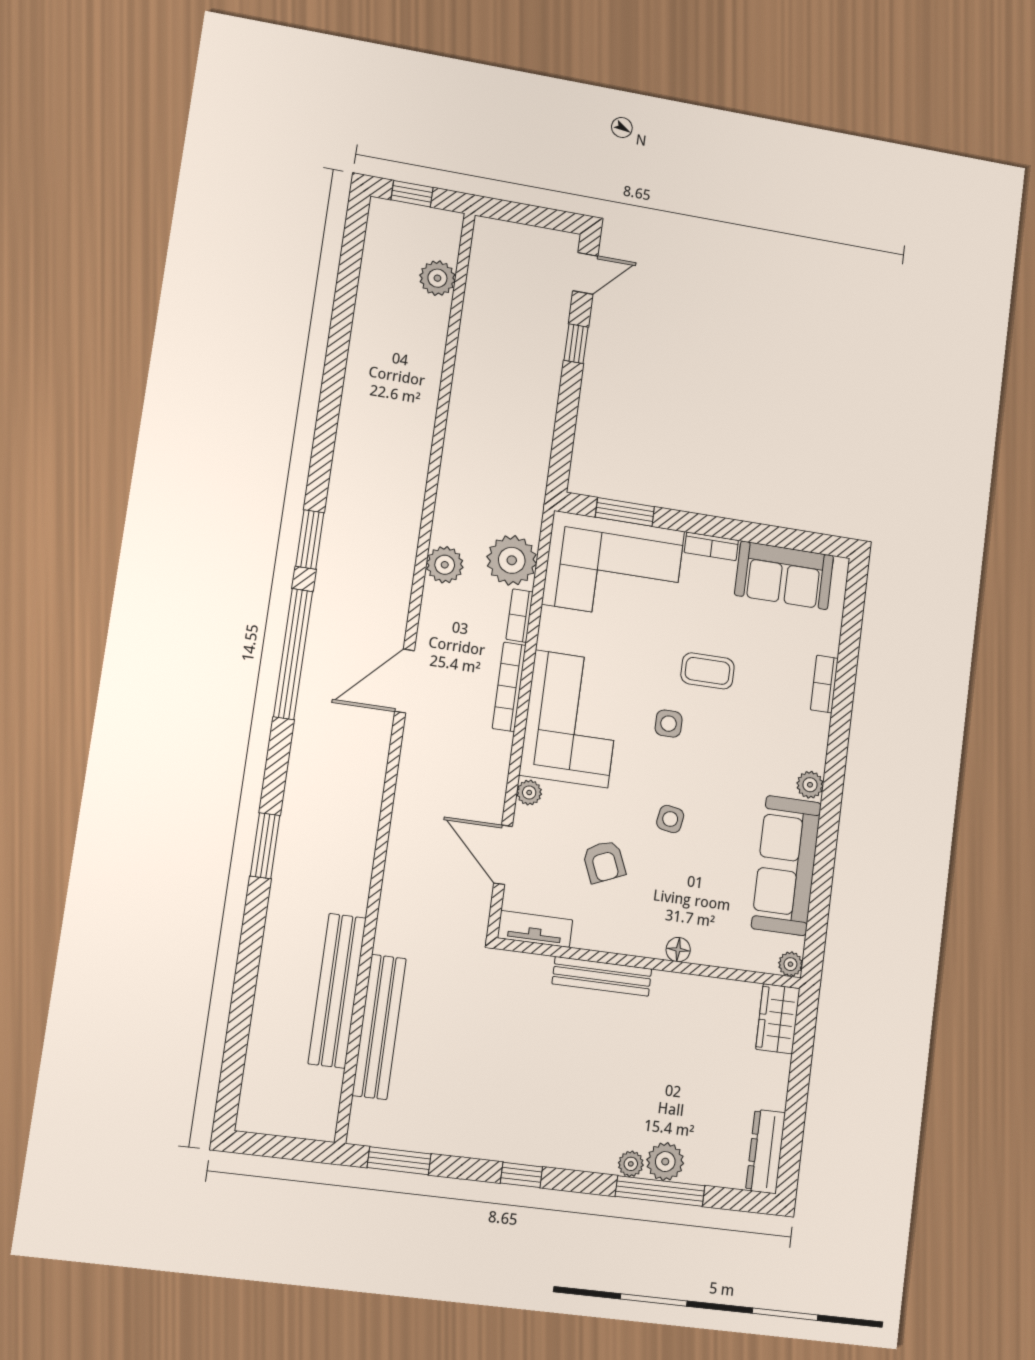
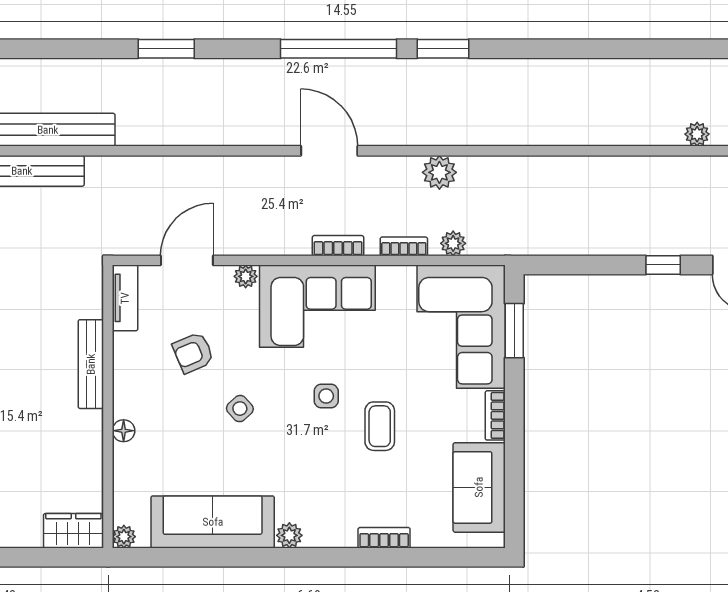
plant: (437, 278) -> (697, 134), width x0.73, depth x0.73
plant: (512, 560) -> (453, 243), width x0.53, depth x0.53
bookcase: (509, 687) -> (338, 246), width x0.64
side table: (670, 819) -> (240, 409), turned 38

